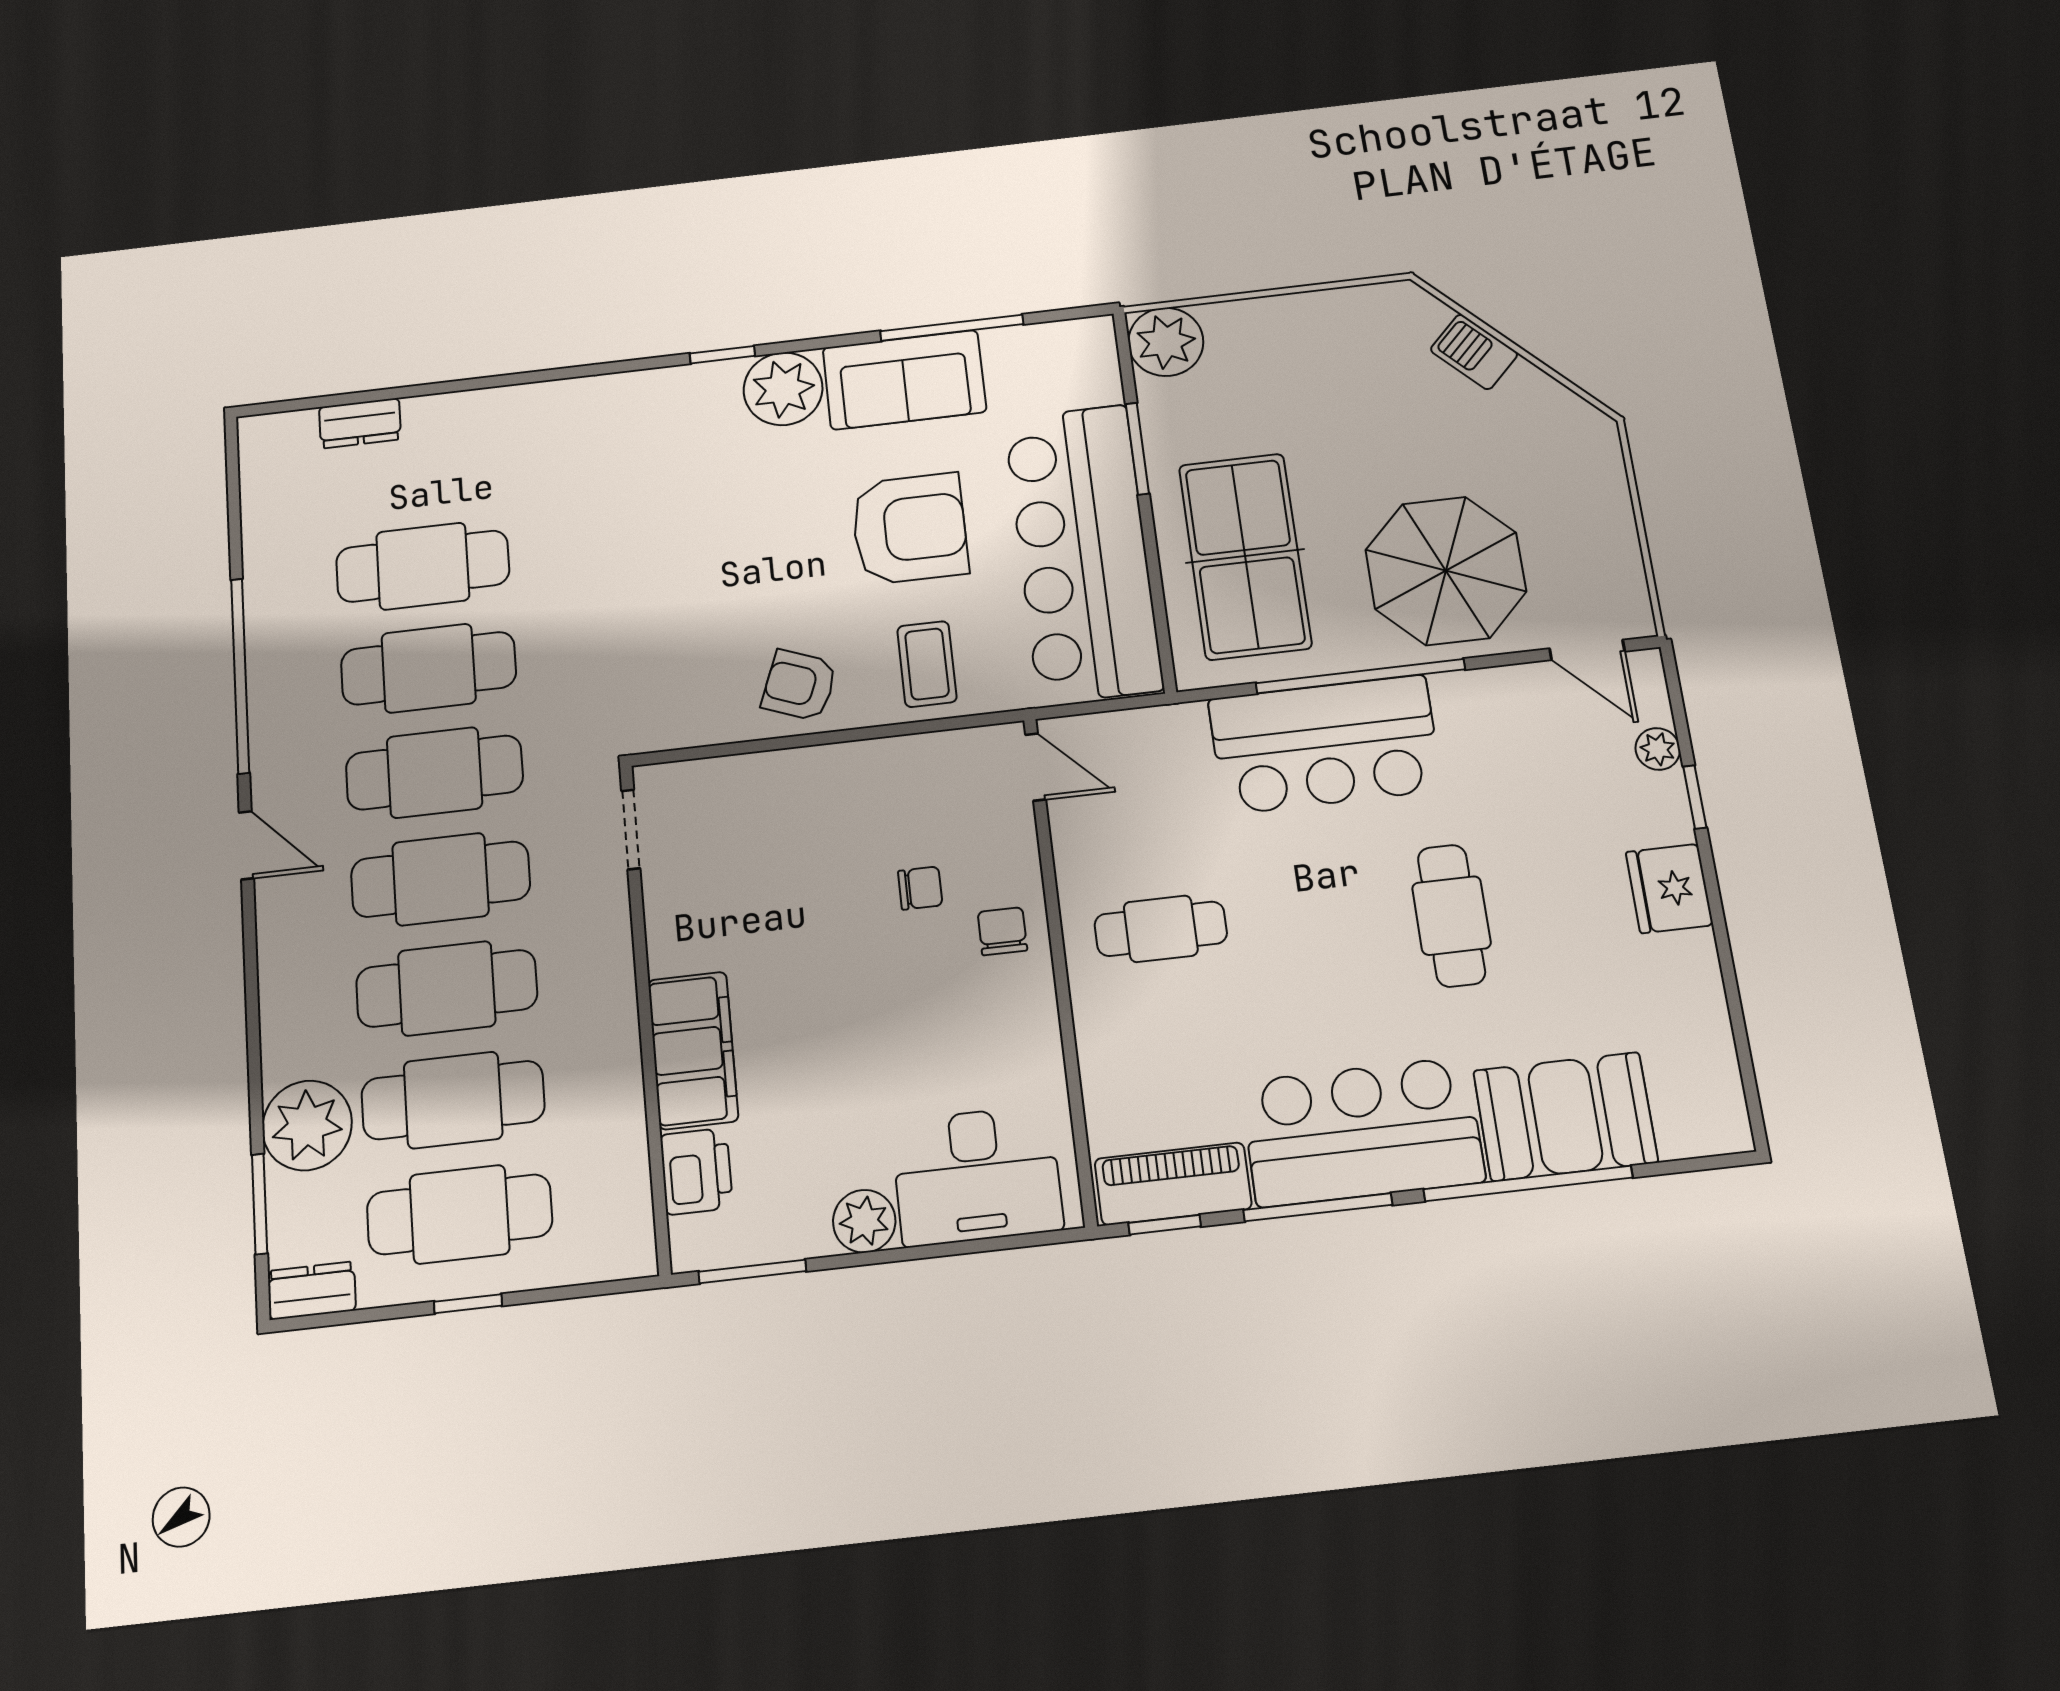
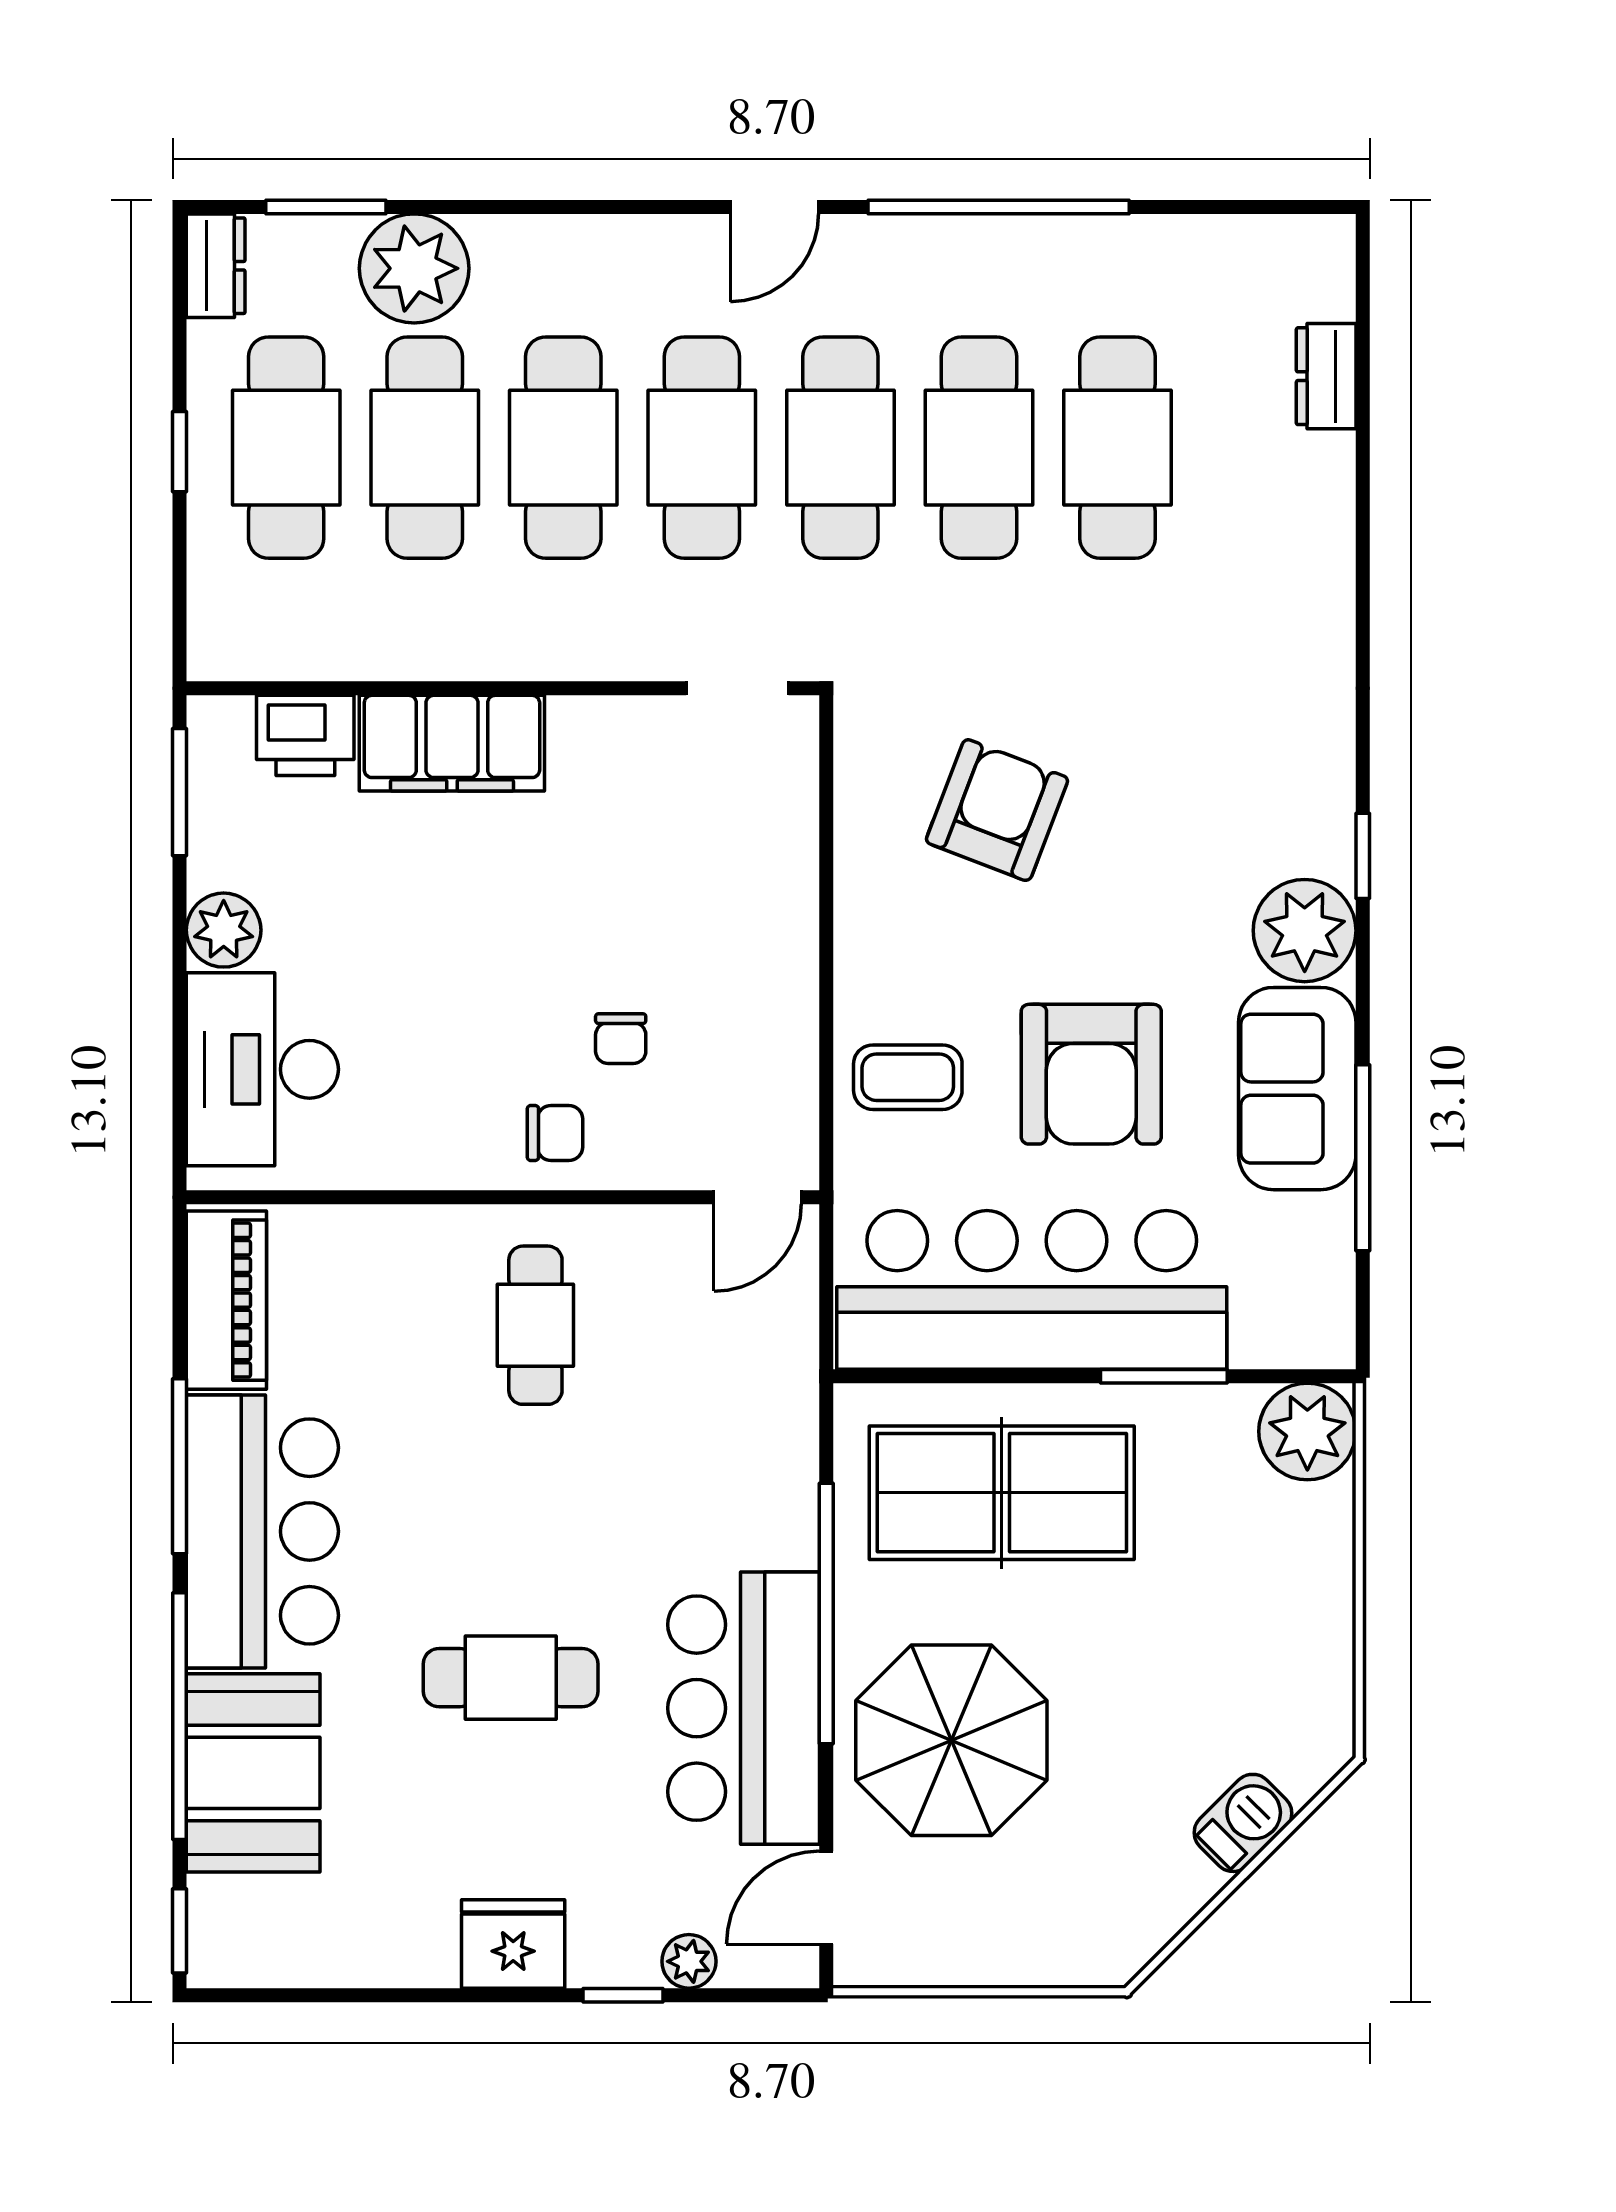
armchair: (799, 685) -> (997, 810), moved, width x1.38, depth x1.38
bar counter: (1325, 744) -> (744, 1708), moved
window: (1165, 1225) -> (180, 1931), moved

